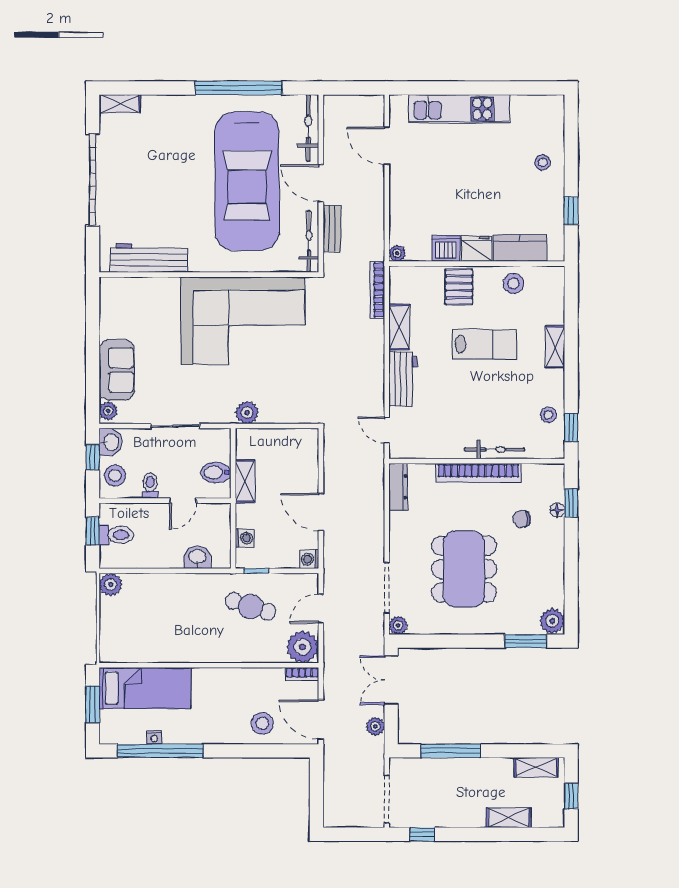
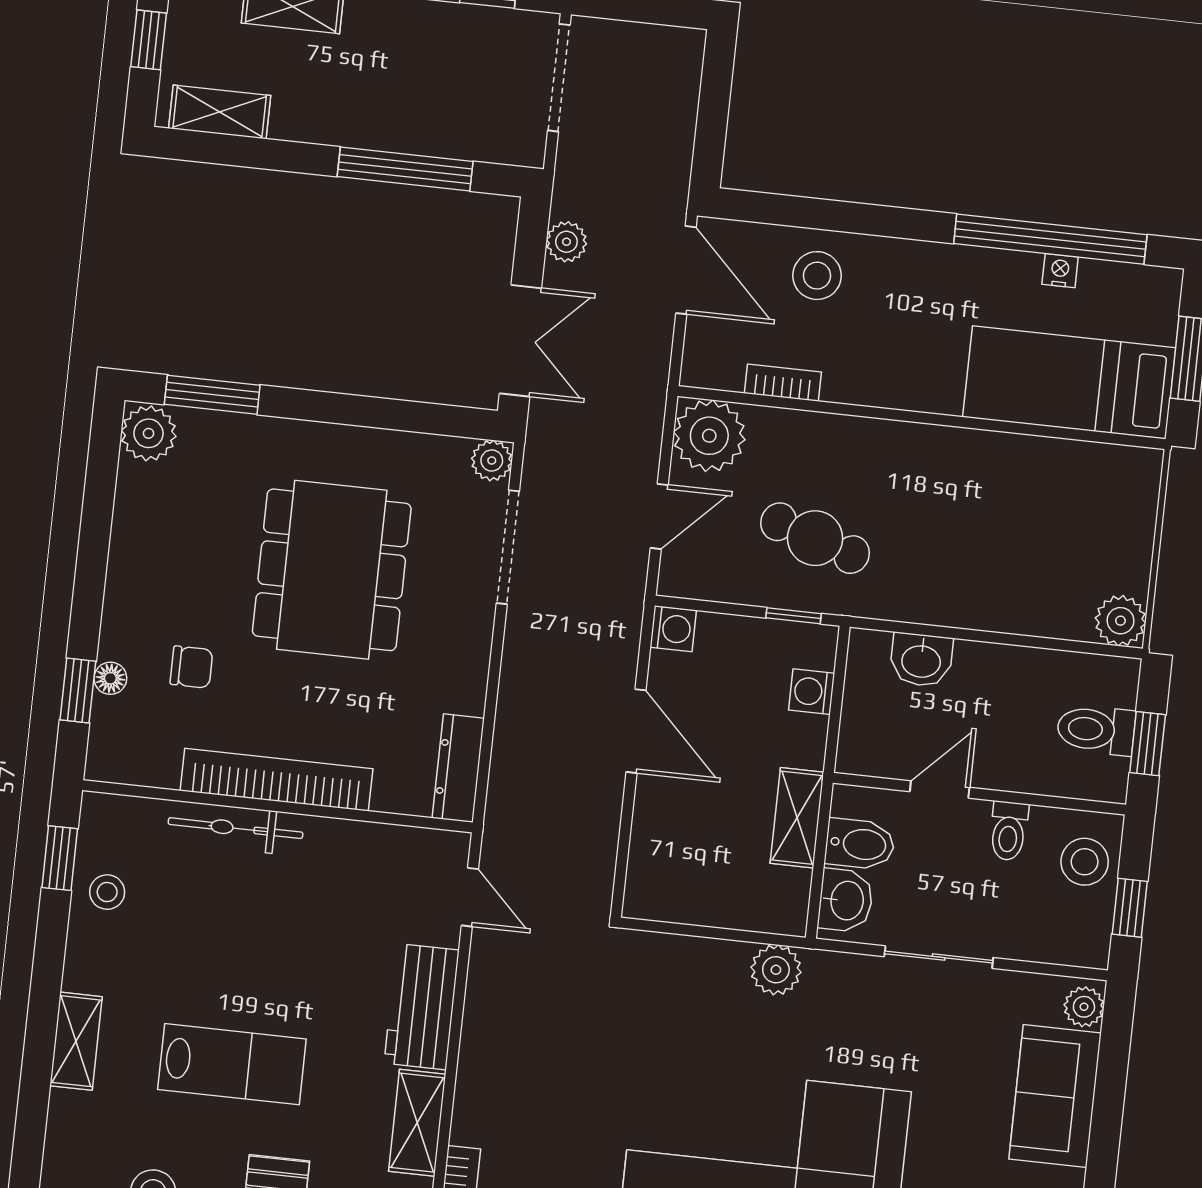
lab bench: (485, 344) -> (232, 1064), turned 180
washbasin: (111, 442) -> (846, 900), moved, turned 180
bookcase: (302, 674) -> (783, 383), moved

